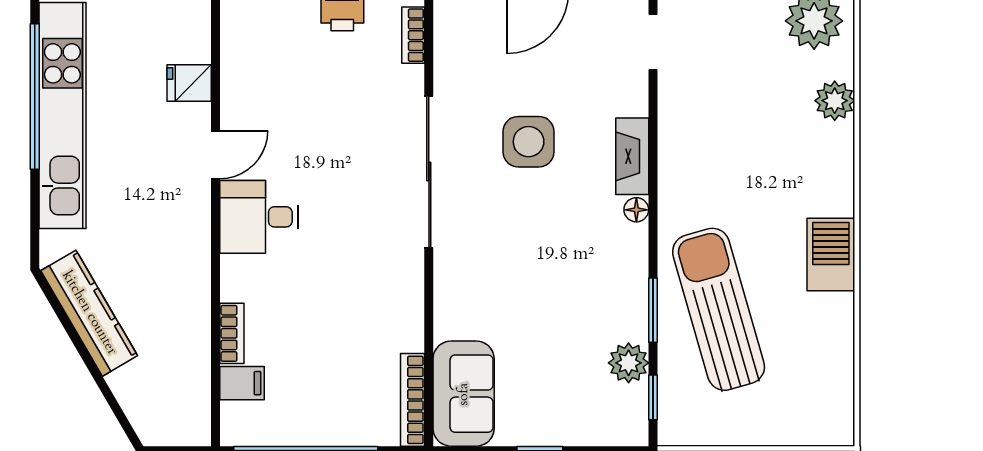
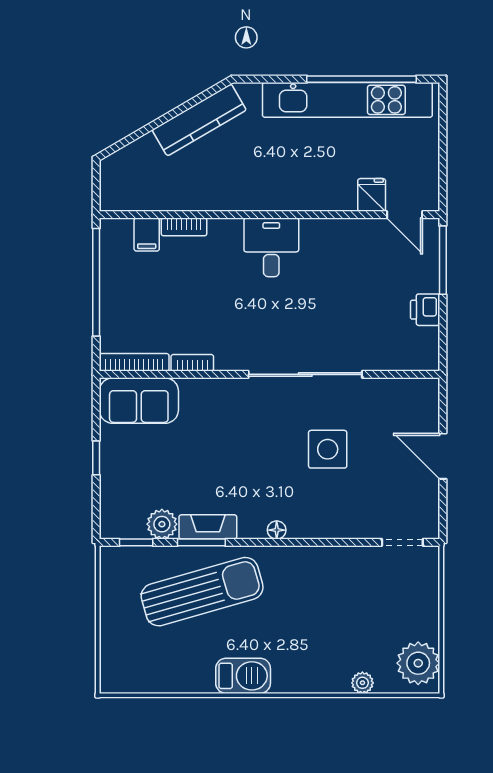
bookcase: (413, 35) -> (192, 363), moved
plant: (835, 101) -> (362, 683), width x0.73, depth x0.73
door: (215, 155) -> (405, 215), moved
fireplace: (632, 156) -> (208, 527), moved

